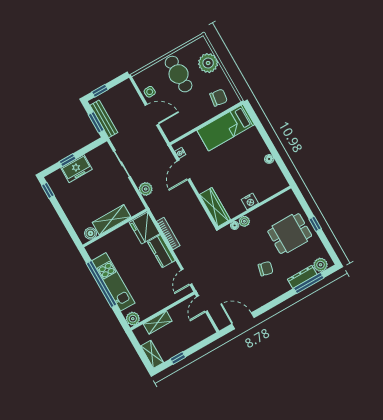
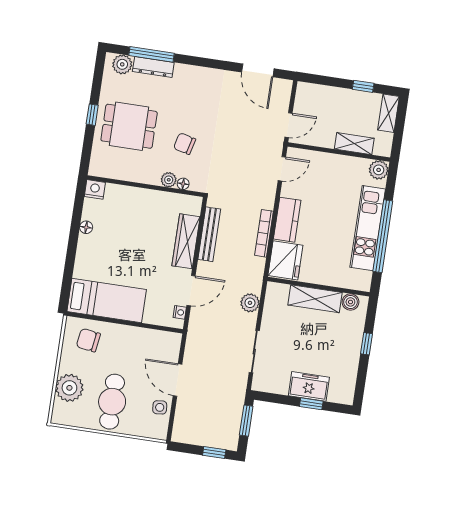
bench: (104, 119) -> (209, 234), moved
window: (48, 190) -> (367, 344), moved
nightstand: (250, 201) -> (95, 189), moved
wardrobe: (215, 207) -> (186, 241), moved
chair: (266, 269) -> (185, 144), moved

